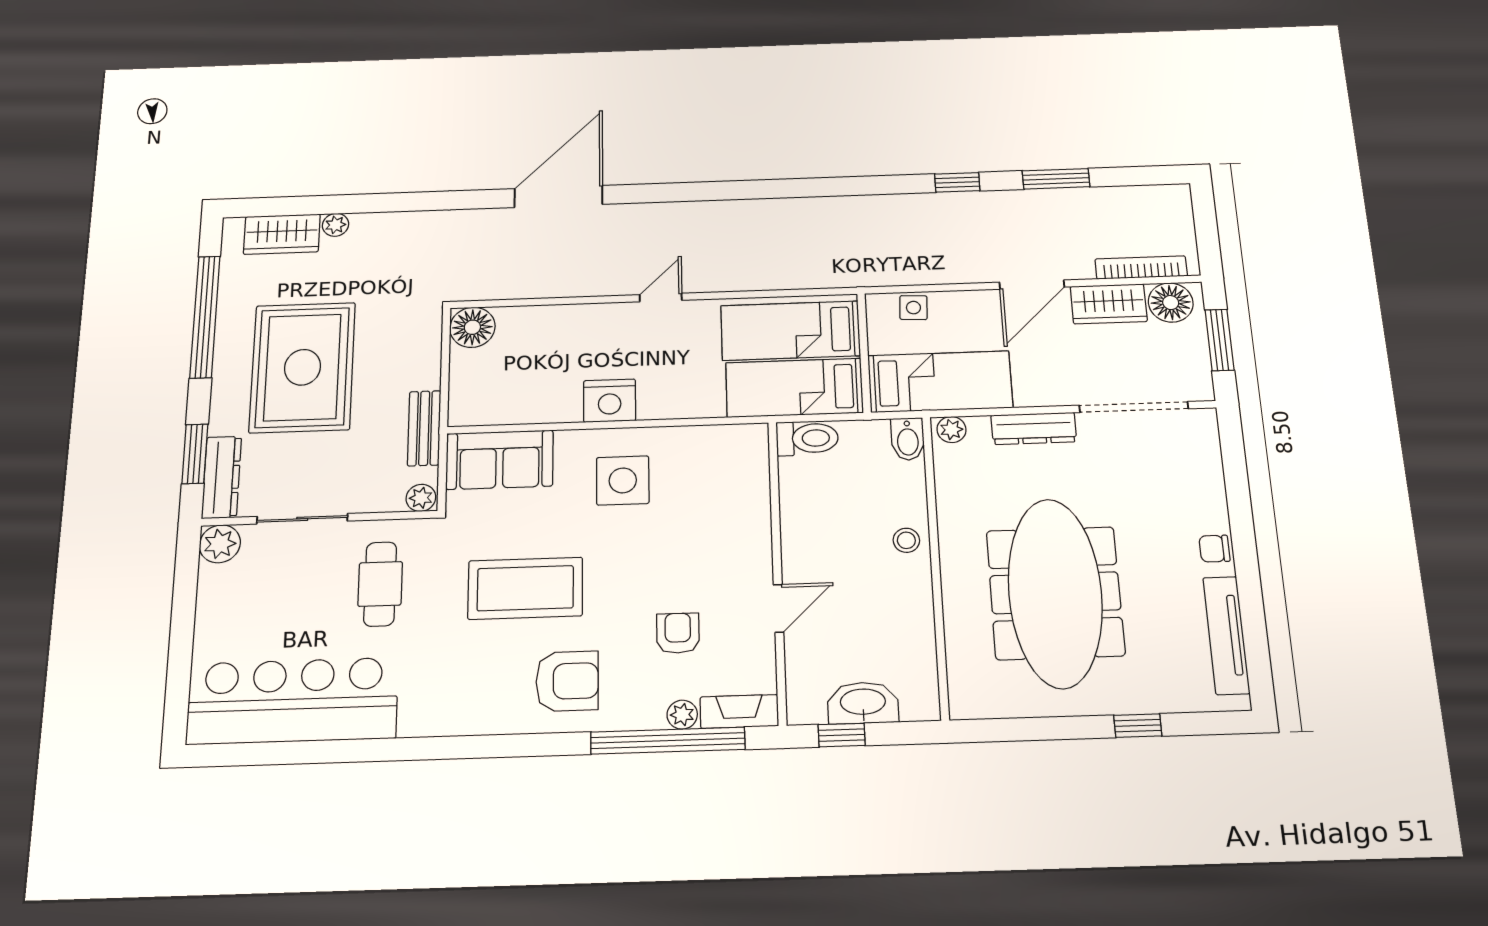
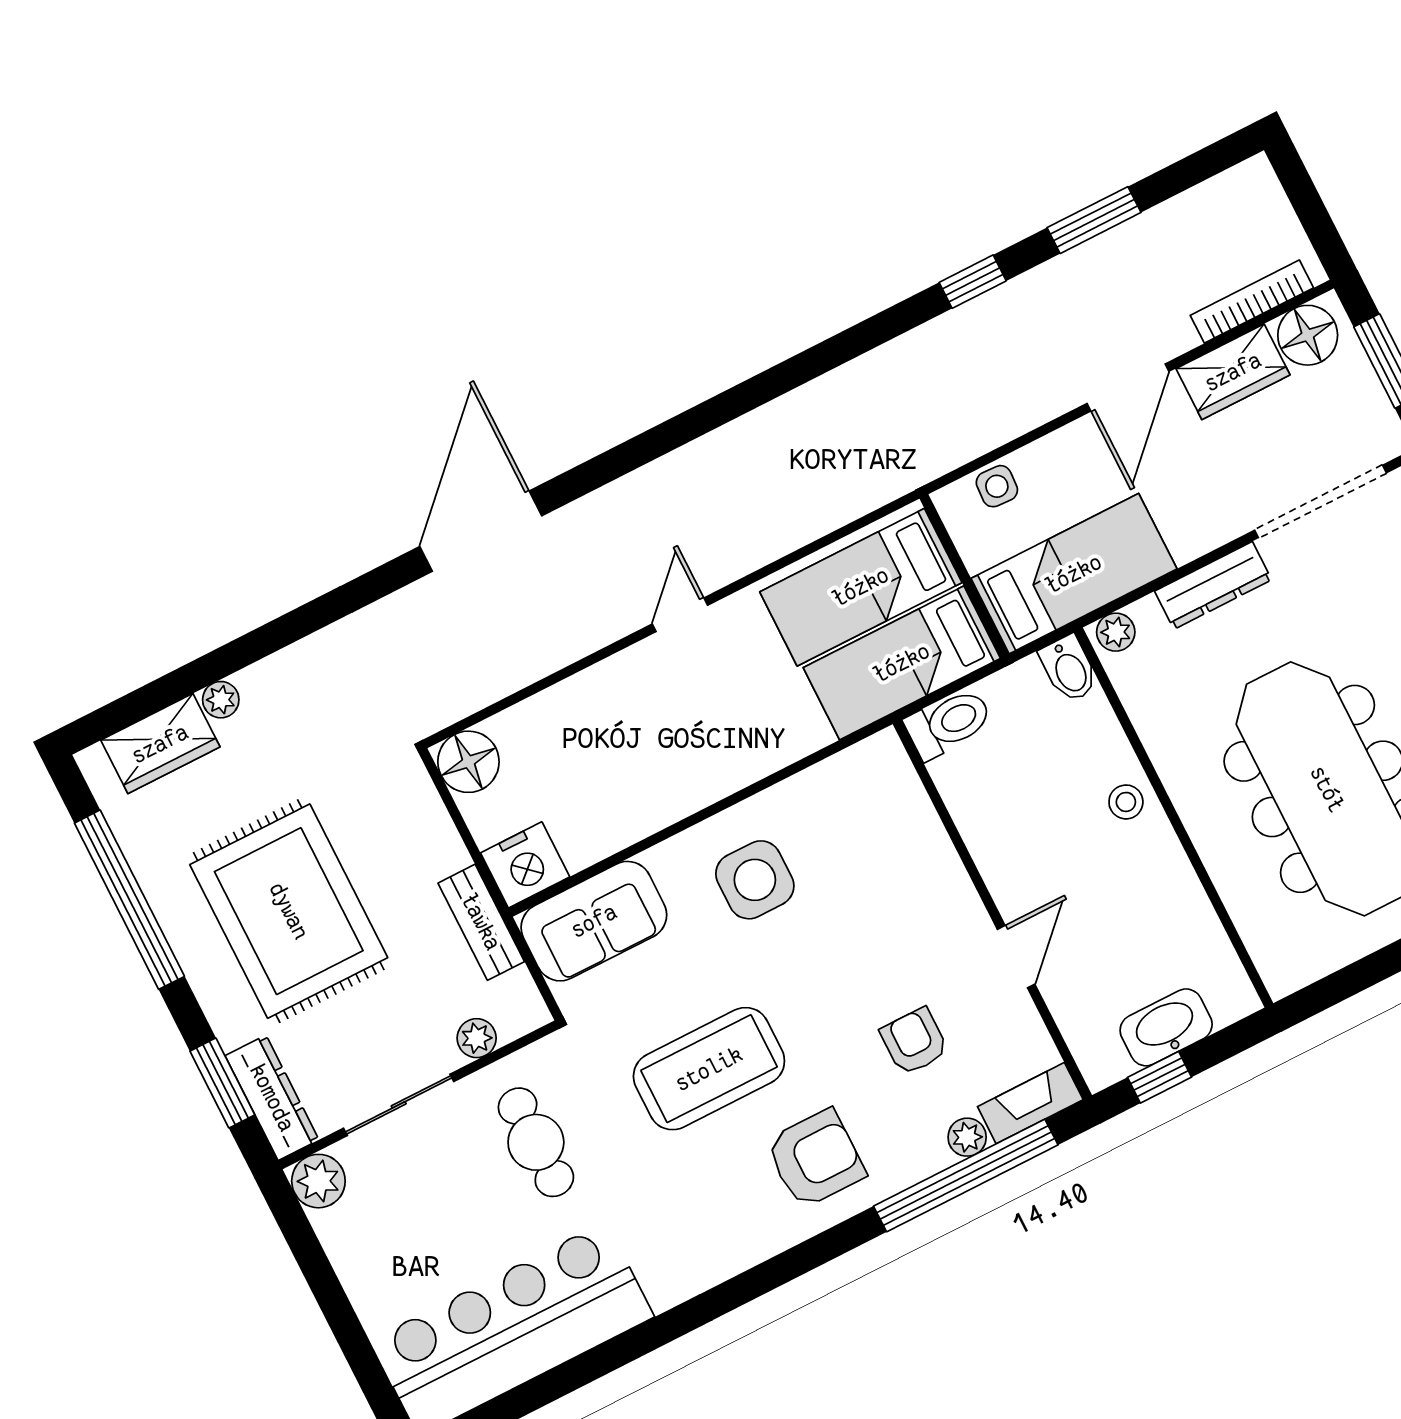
nightstand: (610, 401) -> (525, 865), moved
plant: (421, 498) -> (477, 1038), moved

